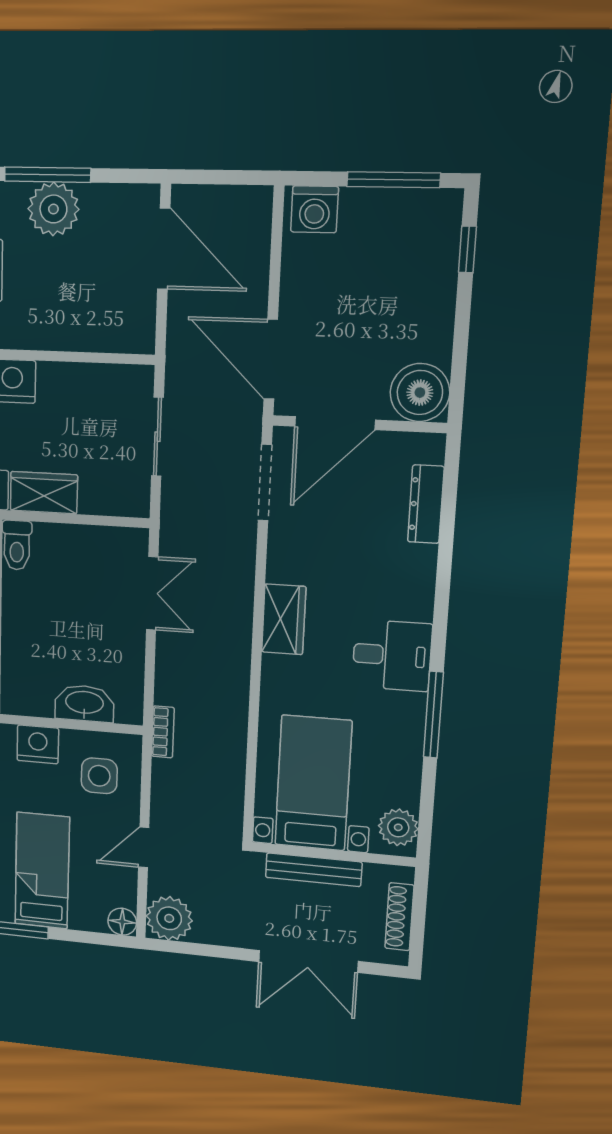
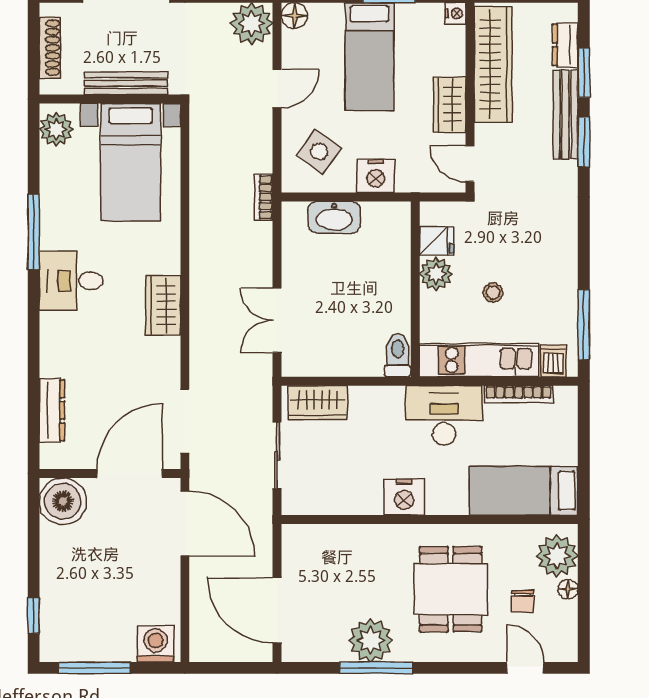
wardrobe: (44, 493) -> (318, 403), moved
side table: (99, 776) -> (319, 152), turned 36

